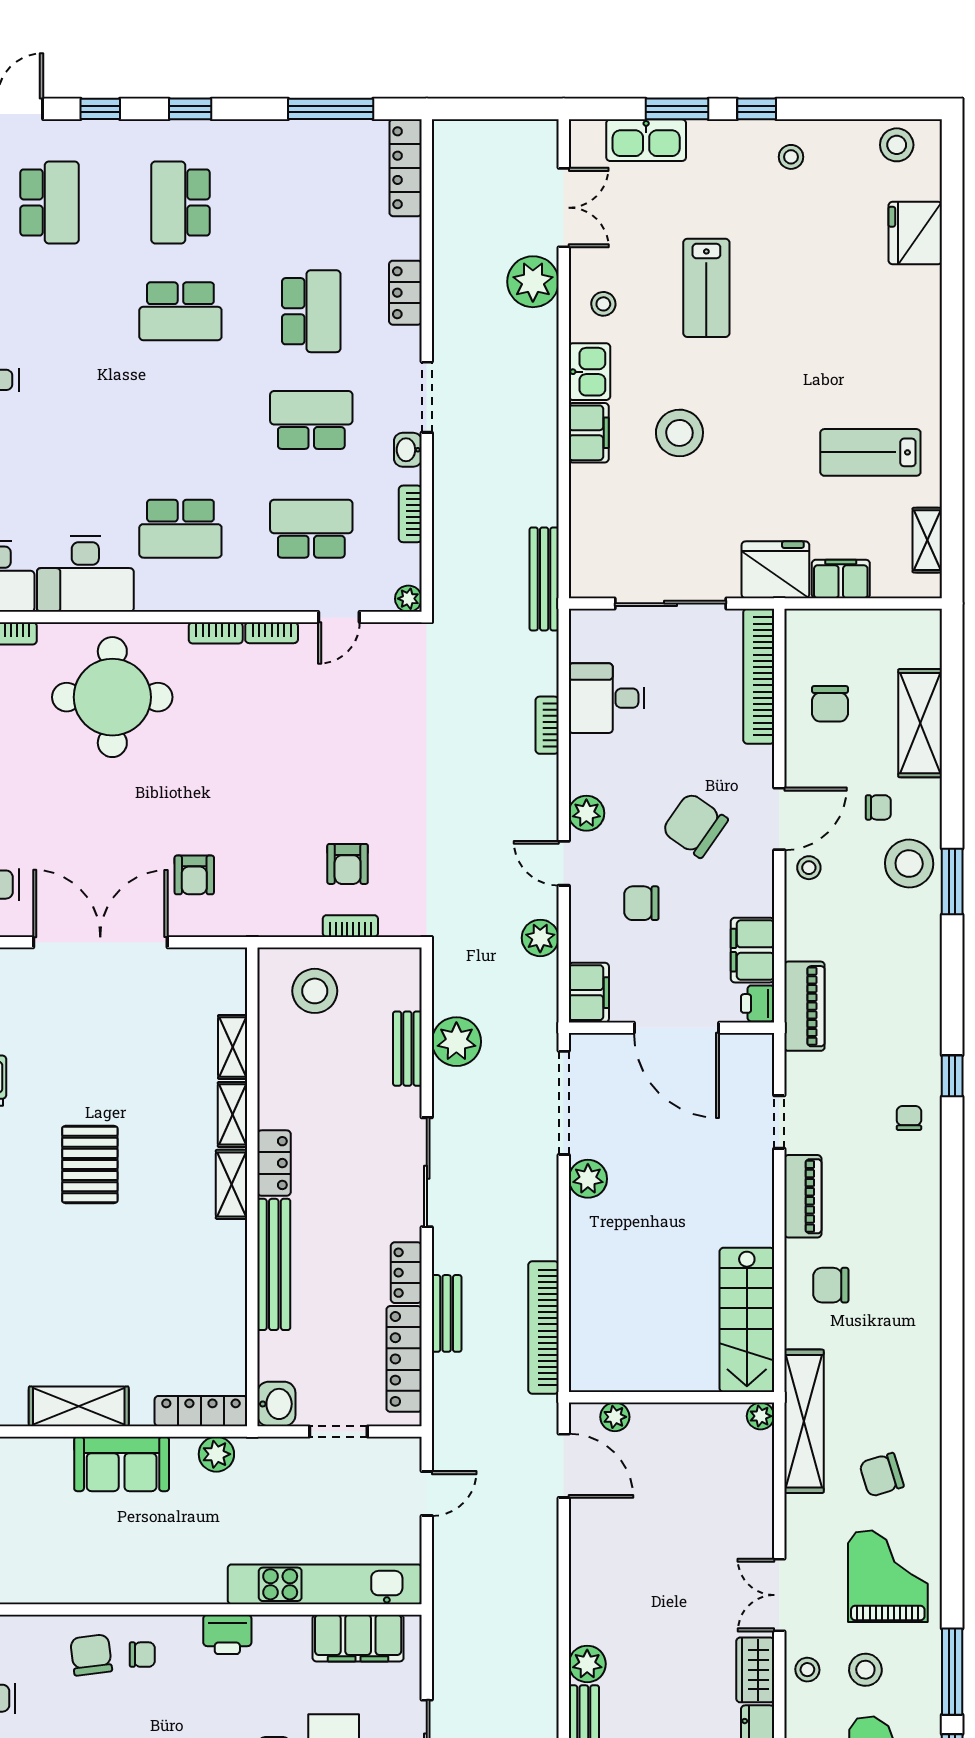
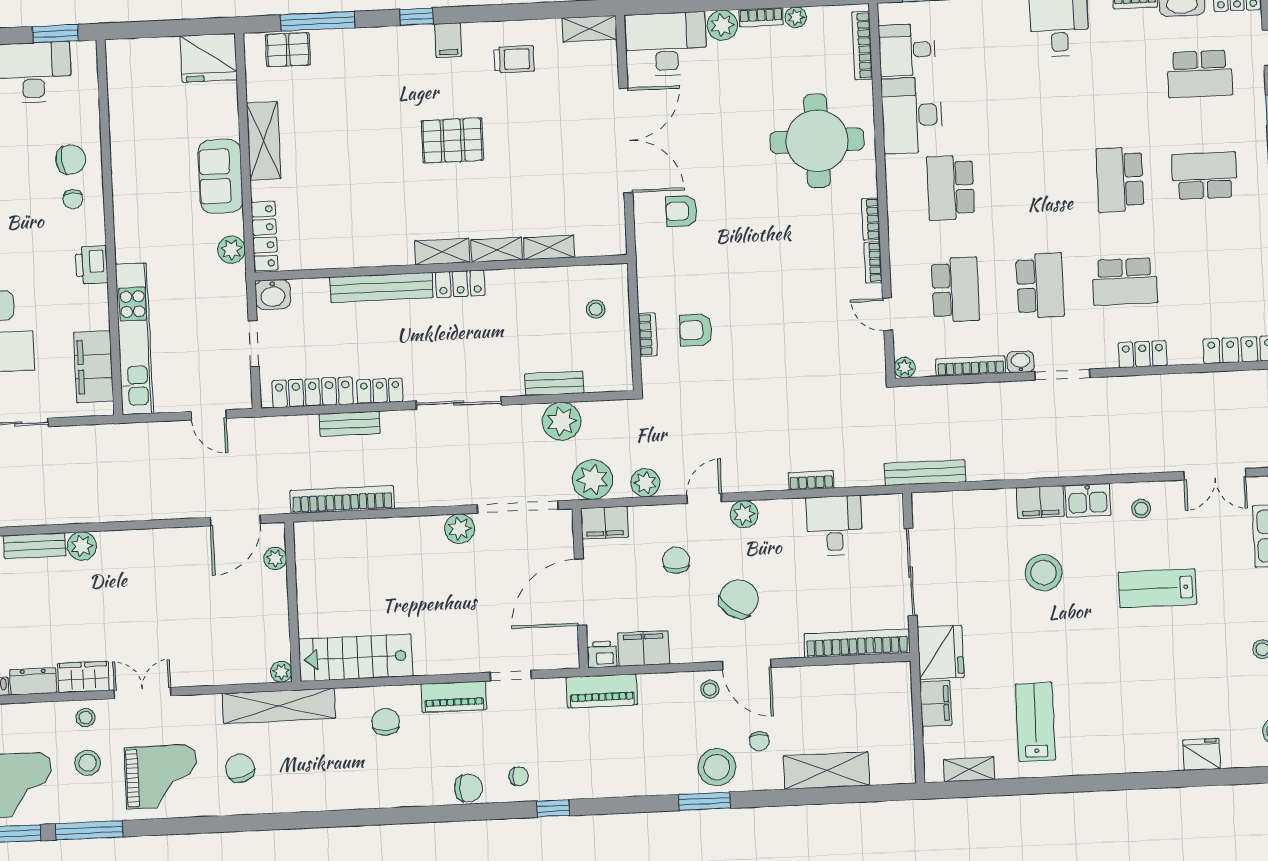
fridge: (915, 233) -> (1202, 754), width x0.73, depth x0.75
plant: (533, 282) -> (593, 480), moved
bookcase: (410, 514) -> (971, 366), width x1.56
chair: (830, 704) -> (468, 788), moved, turned 180
stool: (315, 991) -> (596, 309), width x0.53, depth x0.53

